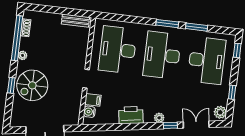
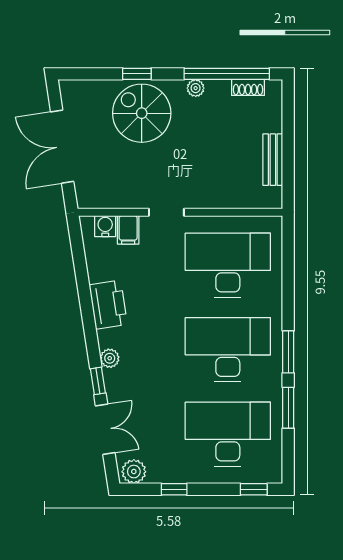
bench: (75, 21) -> (273, 160), moved
desk: (207, 60) -> (228, 434), turned 180

